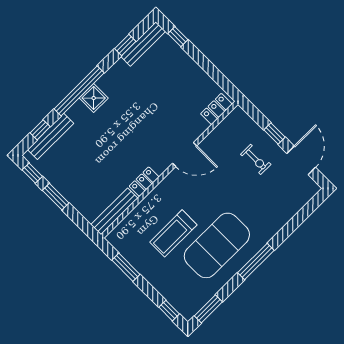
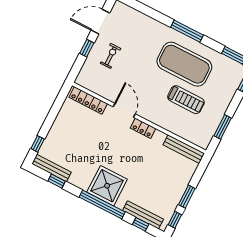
shower: (94, 98) -> (107, 186), width x1.86, depth x1.86
locker: (216, 109) -> (88, 100), width x1.53
locker: (144, 182) -> (143, 128), moved

